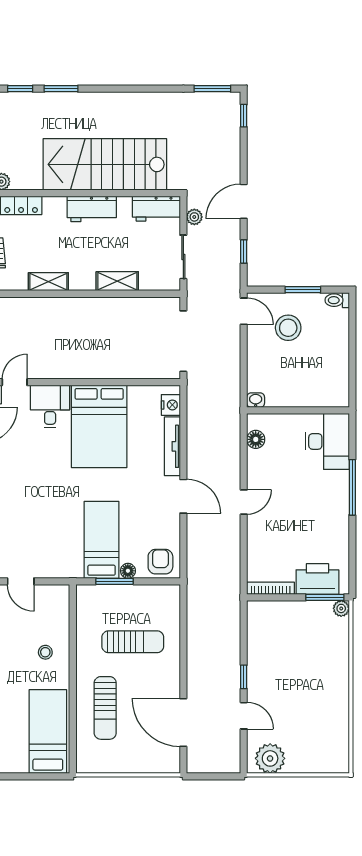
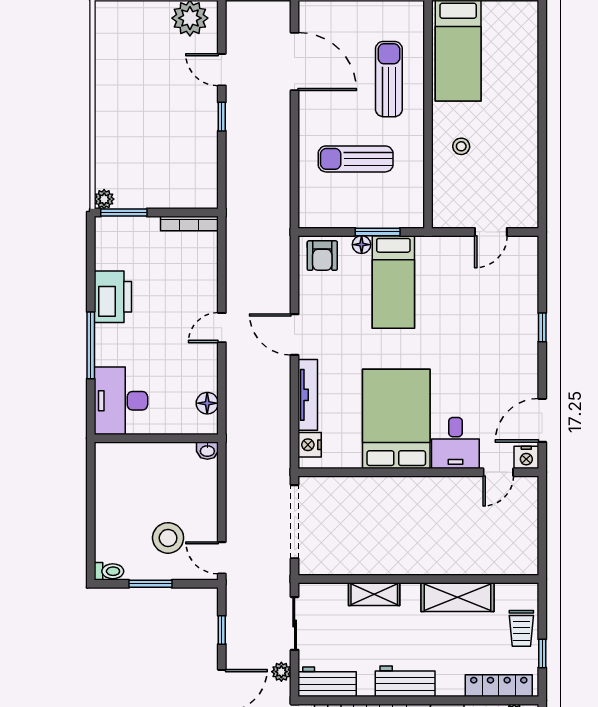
shelving: (48, 282) -> (457, 597), width x1.50, depth x1.33
printer: (317, 579) -> (113, 297), moved, turned -90
door: (21, 581) -> (491, 232), swing flipped

